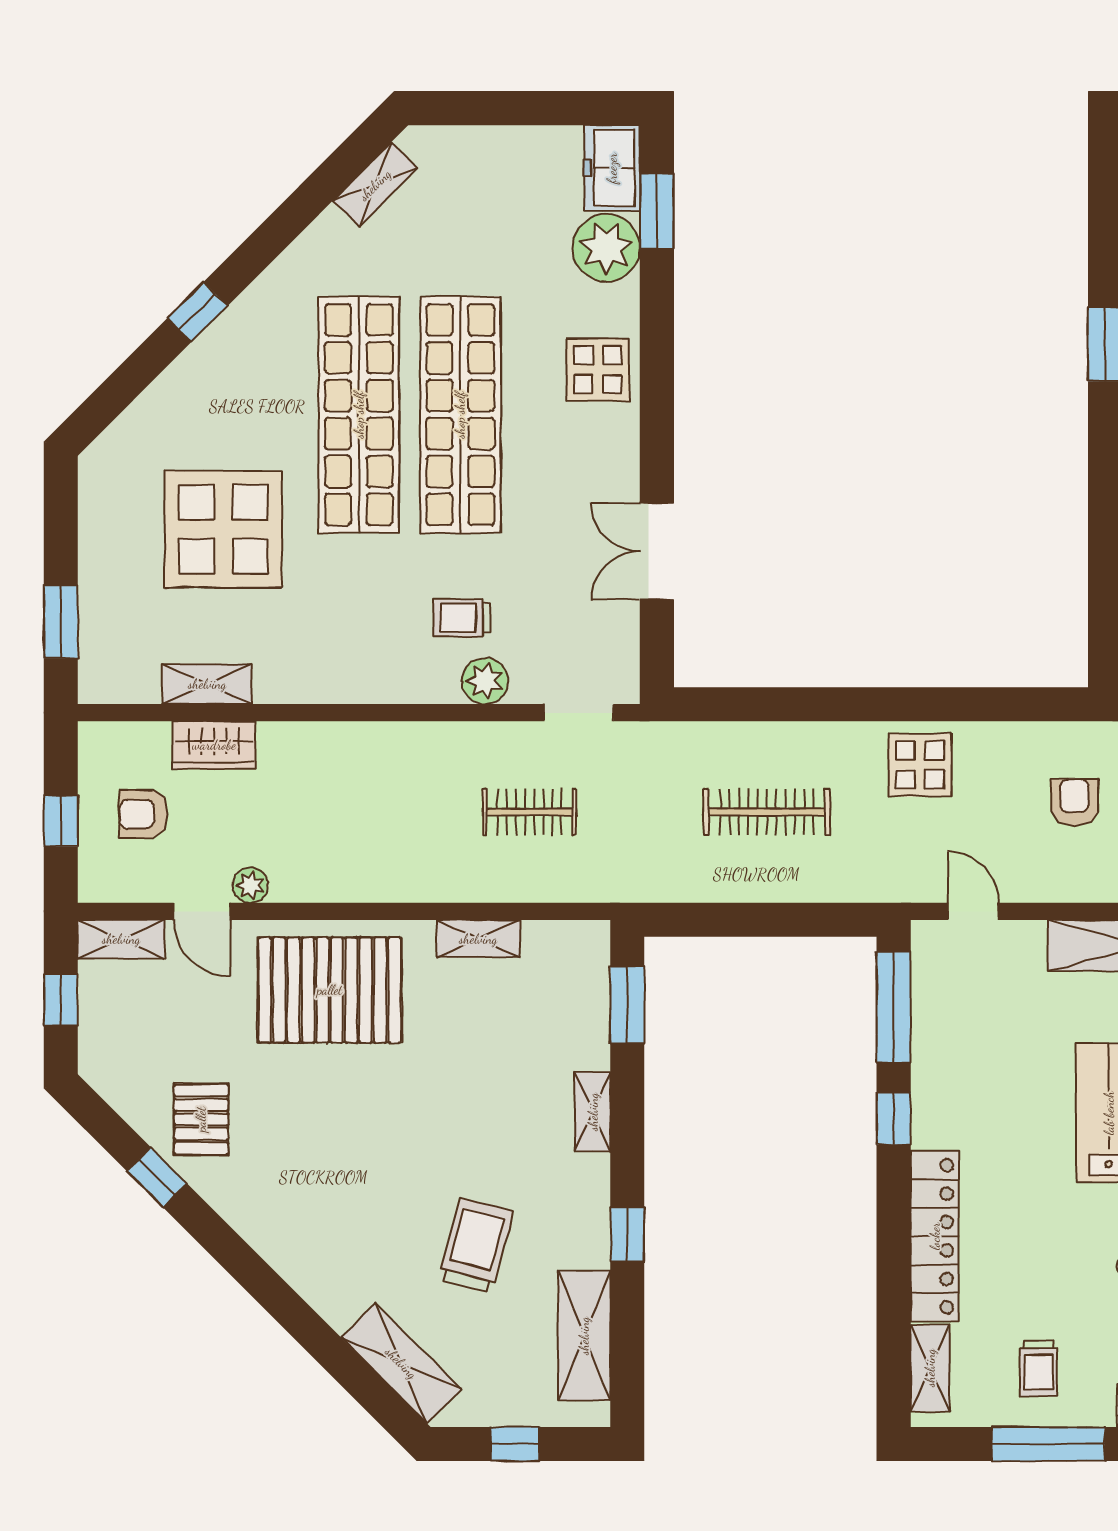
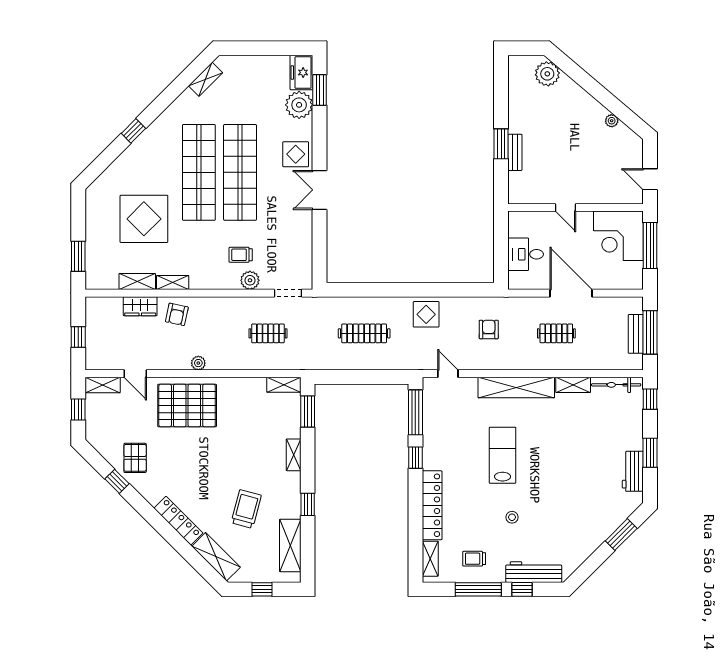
double door: (657, 551) -> (320, 190), moved
shelving: (294, 686) -> (173, 283), added
armchair: (143, 814) -> (177, 314), moved, turned -78
plant: (250, 885) -> (198, 363), moved
shelving: (478, 939) -> (284, 385), moved
locker: (308, 1274) -> (178, 521), added
trolley: (1038, 1368) -> (474, 559), turned 90

